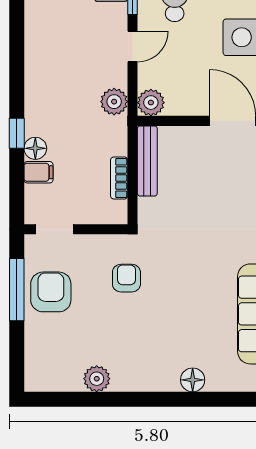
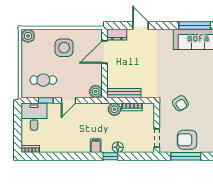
door: (132, 46) -> (69, 100), swing flipped
plant: (114, 102) -> (114, 109), moved
filing cabinet: (38, 172) -> (96, 146), moved
armchair: (126, 278) -> (180, 103), turned -122

